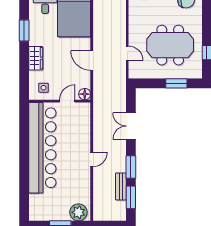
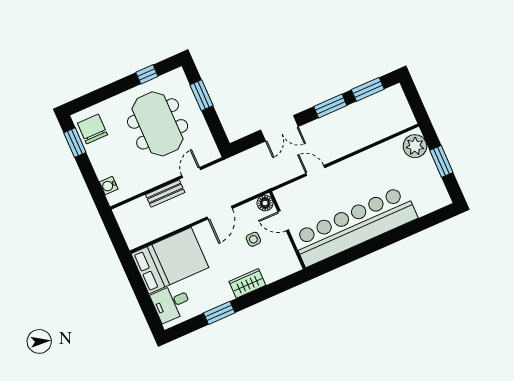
side table: (43, 88) -> (253, 239), moved
door: (92, 159) -> (315, 171), moved
bench: (121, 186) -> (165, 194), moved

